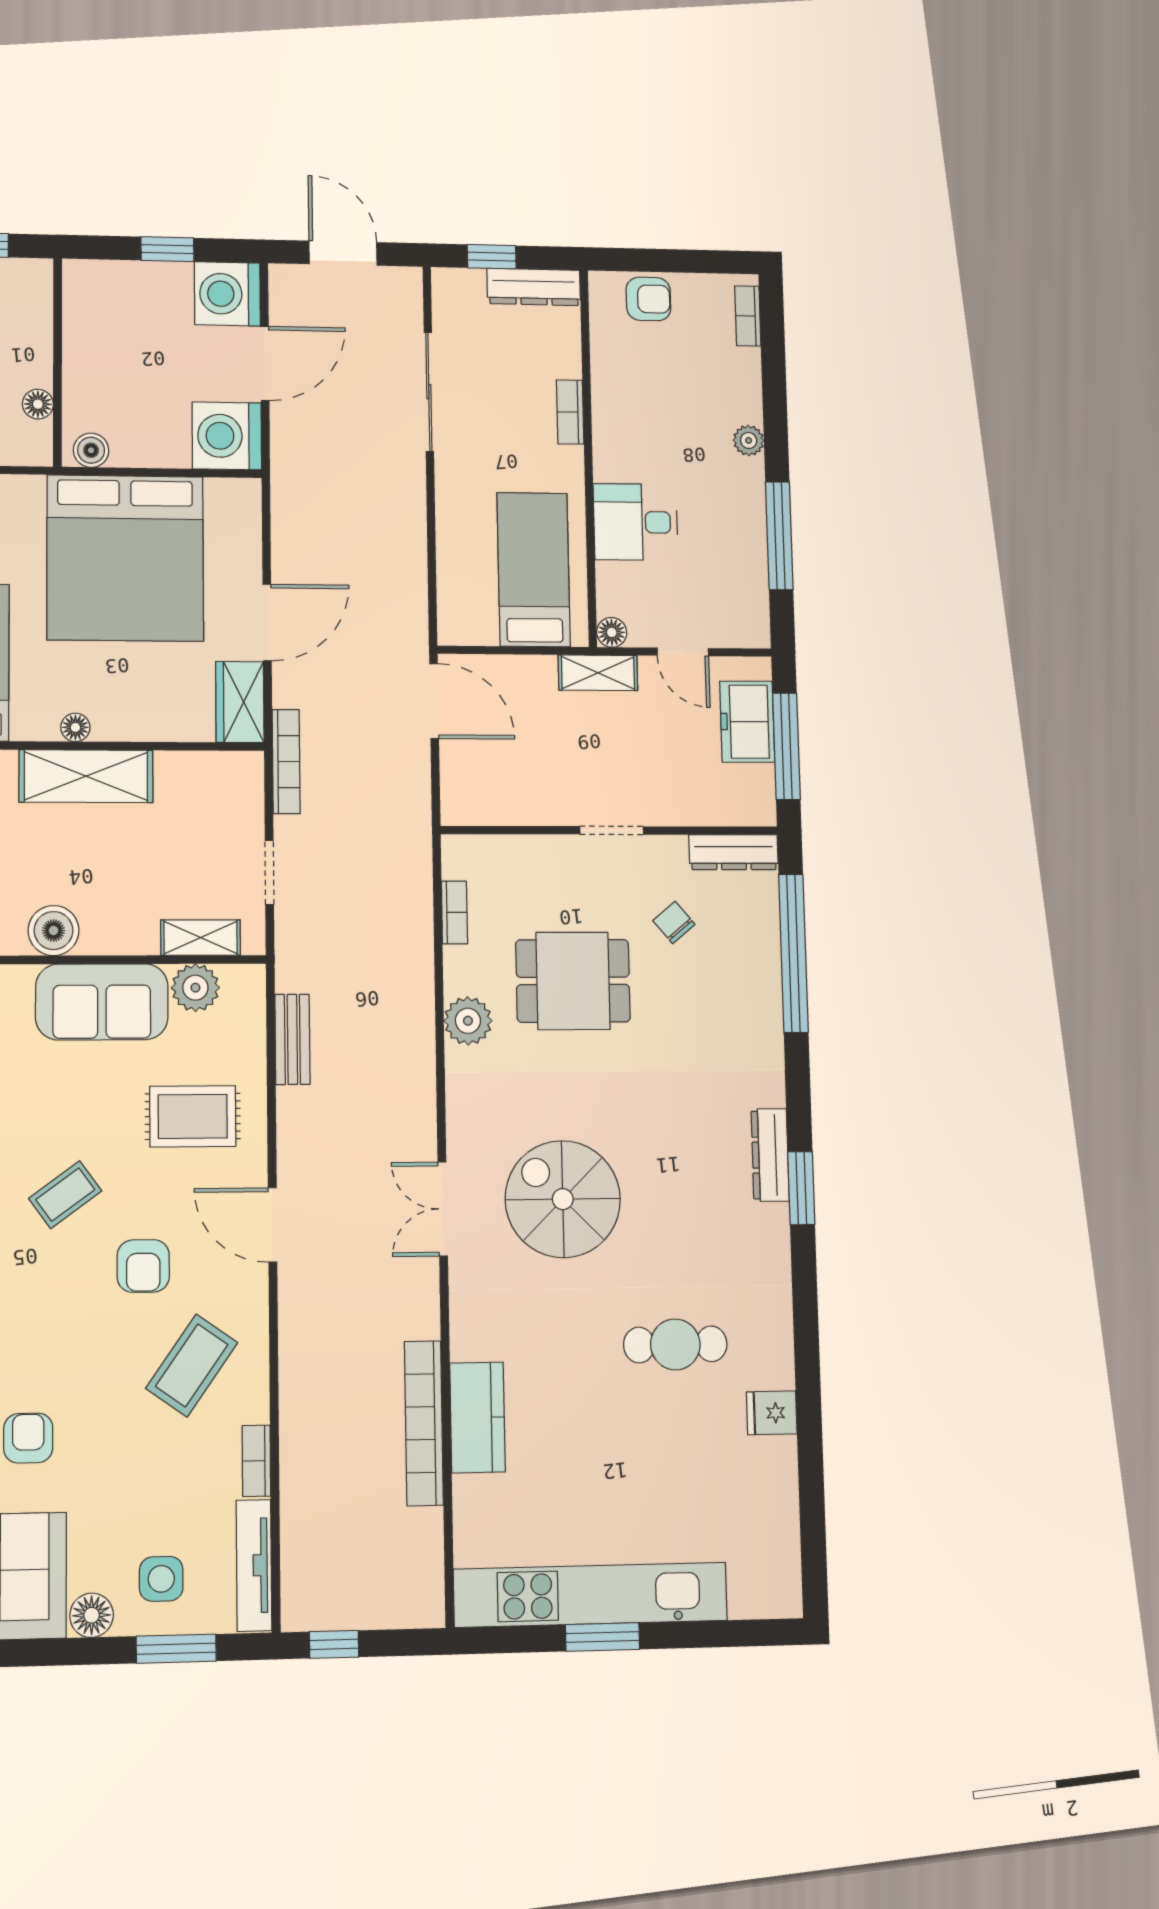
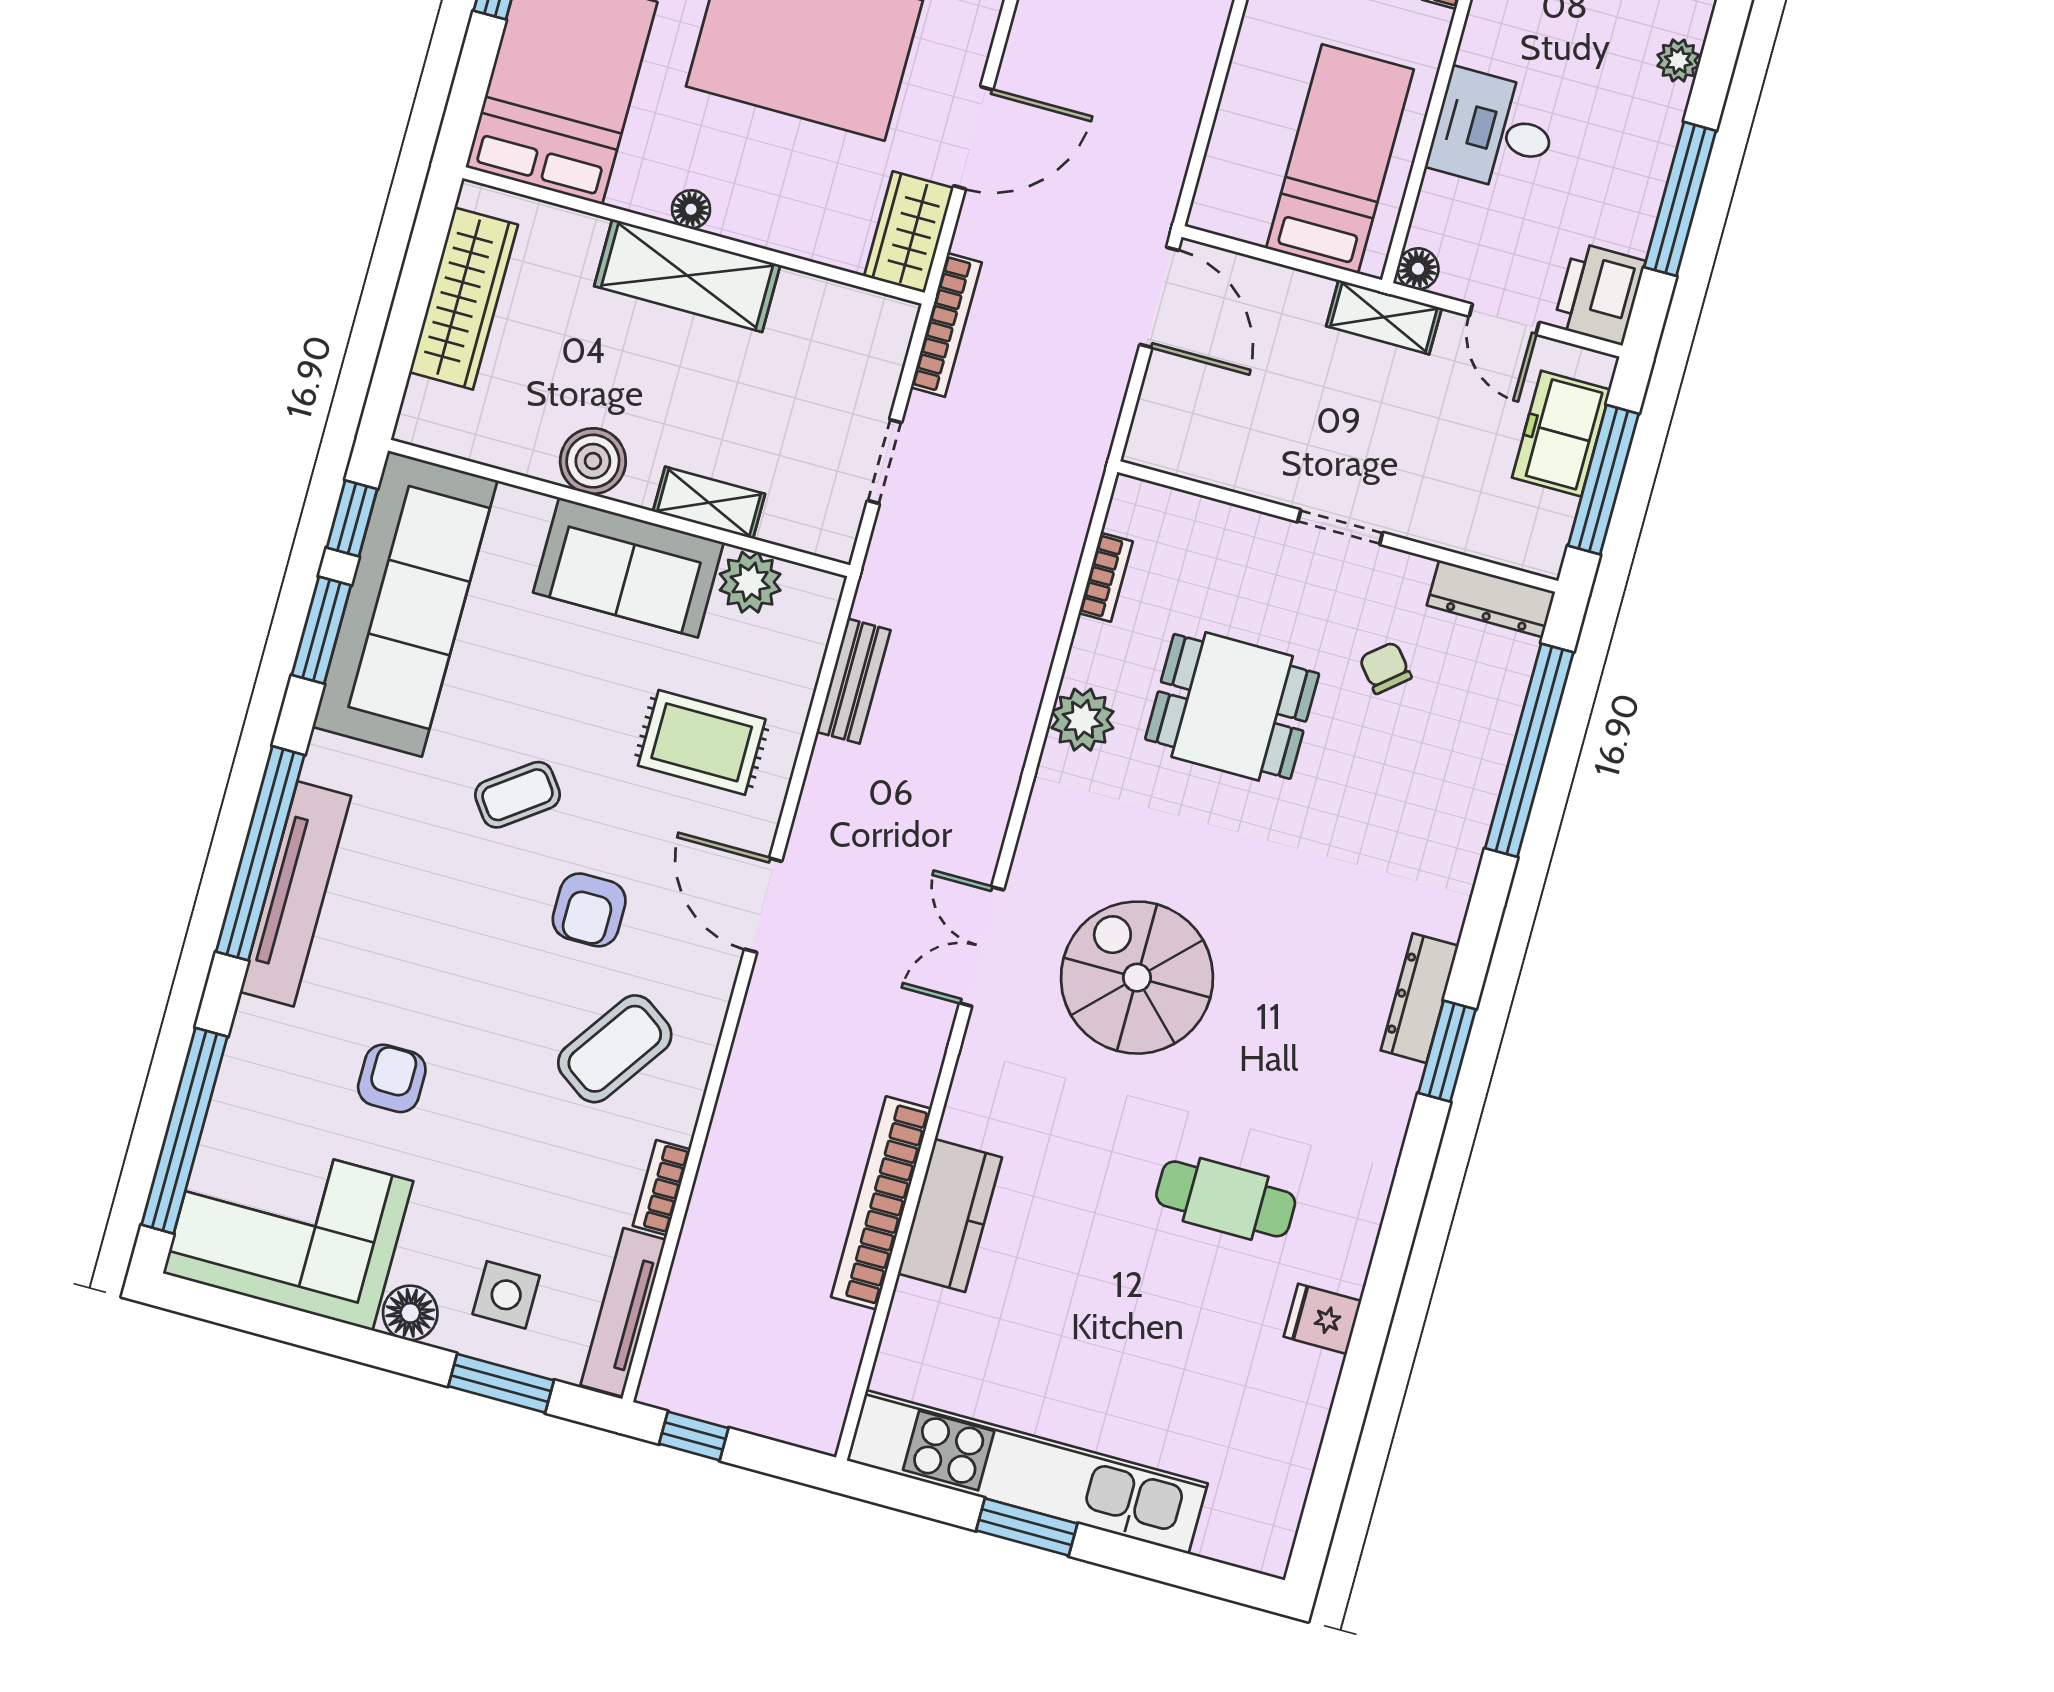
printer: (743, 616) -> (1599, 294), added
shelving: (201, 938) -> (709, 503), moved

